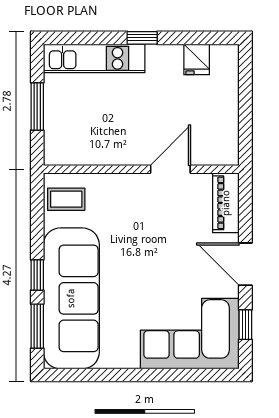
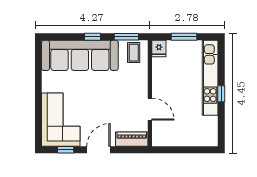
kitchen unit: (94, 58) -> (210, 78), width x1.36
fridge: (197, 59) -> (159, 49), moved, turned -90
window: (37, 326) -> (126, 37), moved

